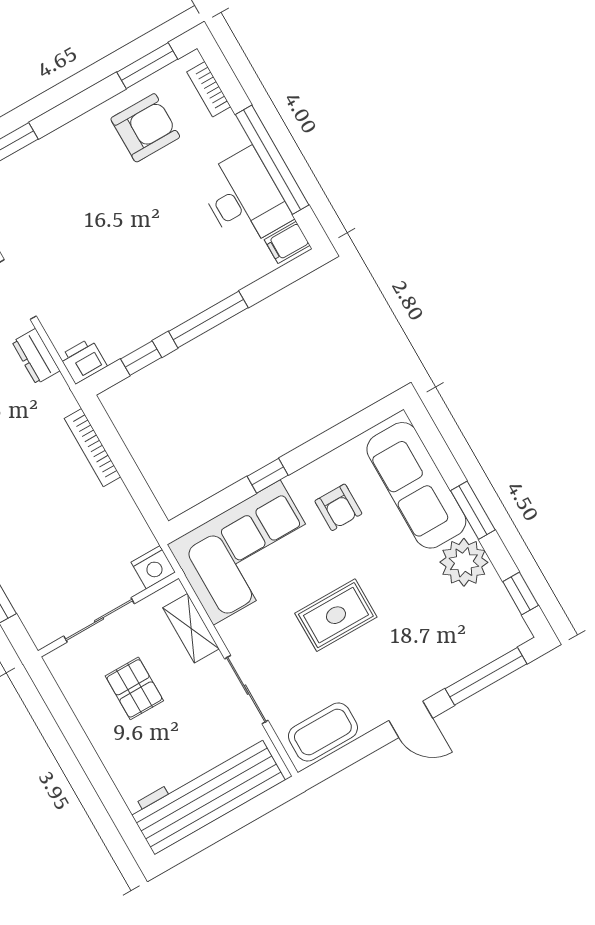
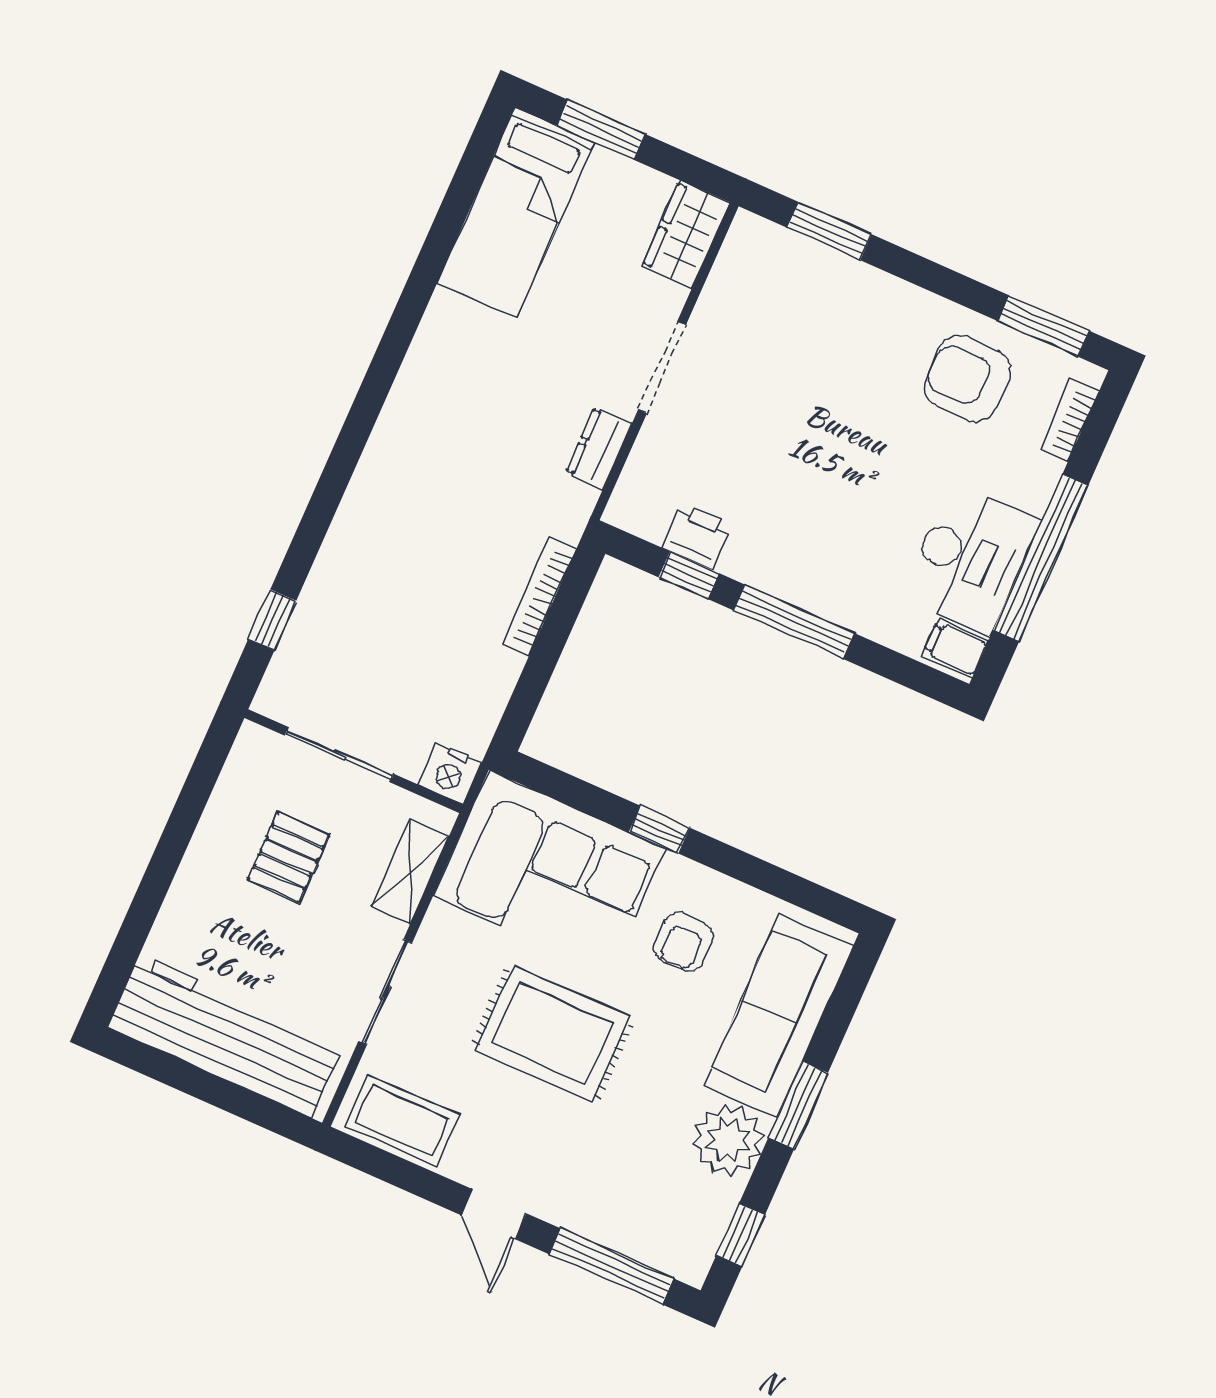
armchair: (145, 128) -> (968, 378), turned 180
printer: (83, 361) -> (697, 536), moved
rug: (336, 615) -> (553, 1034), width x1.36, depth x1.43

